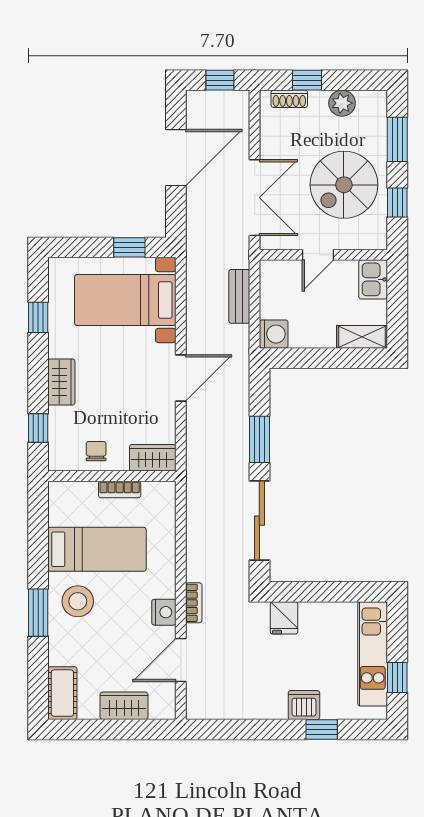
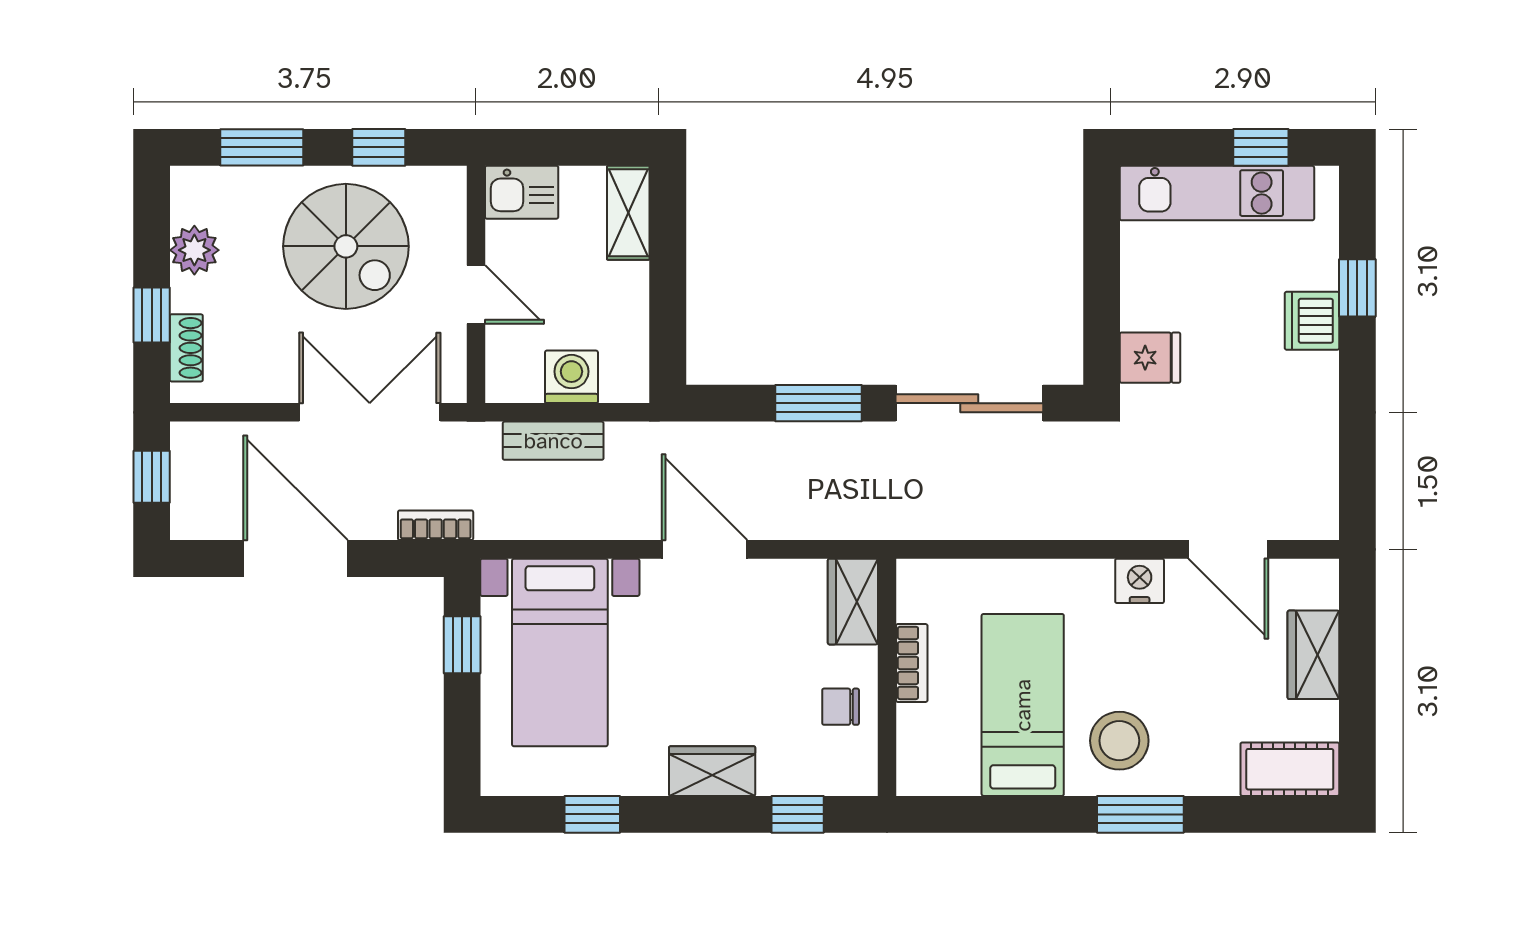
washing machine: (274, 334) -> (571, 377), moved
bookcase: (194, 603) -> (436, 525), moved

